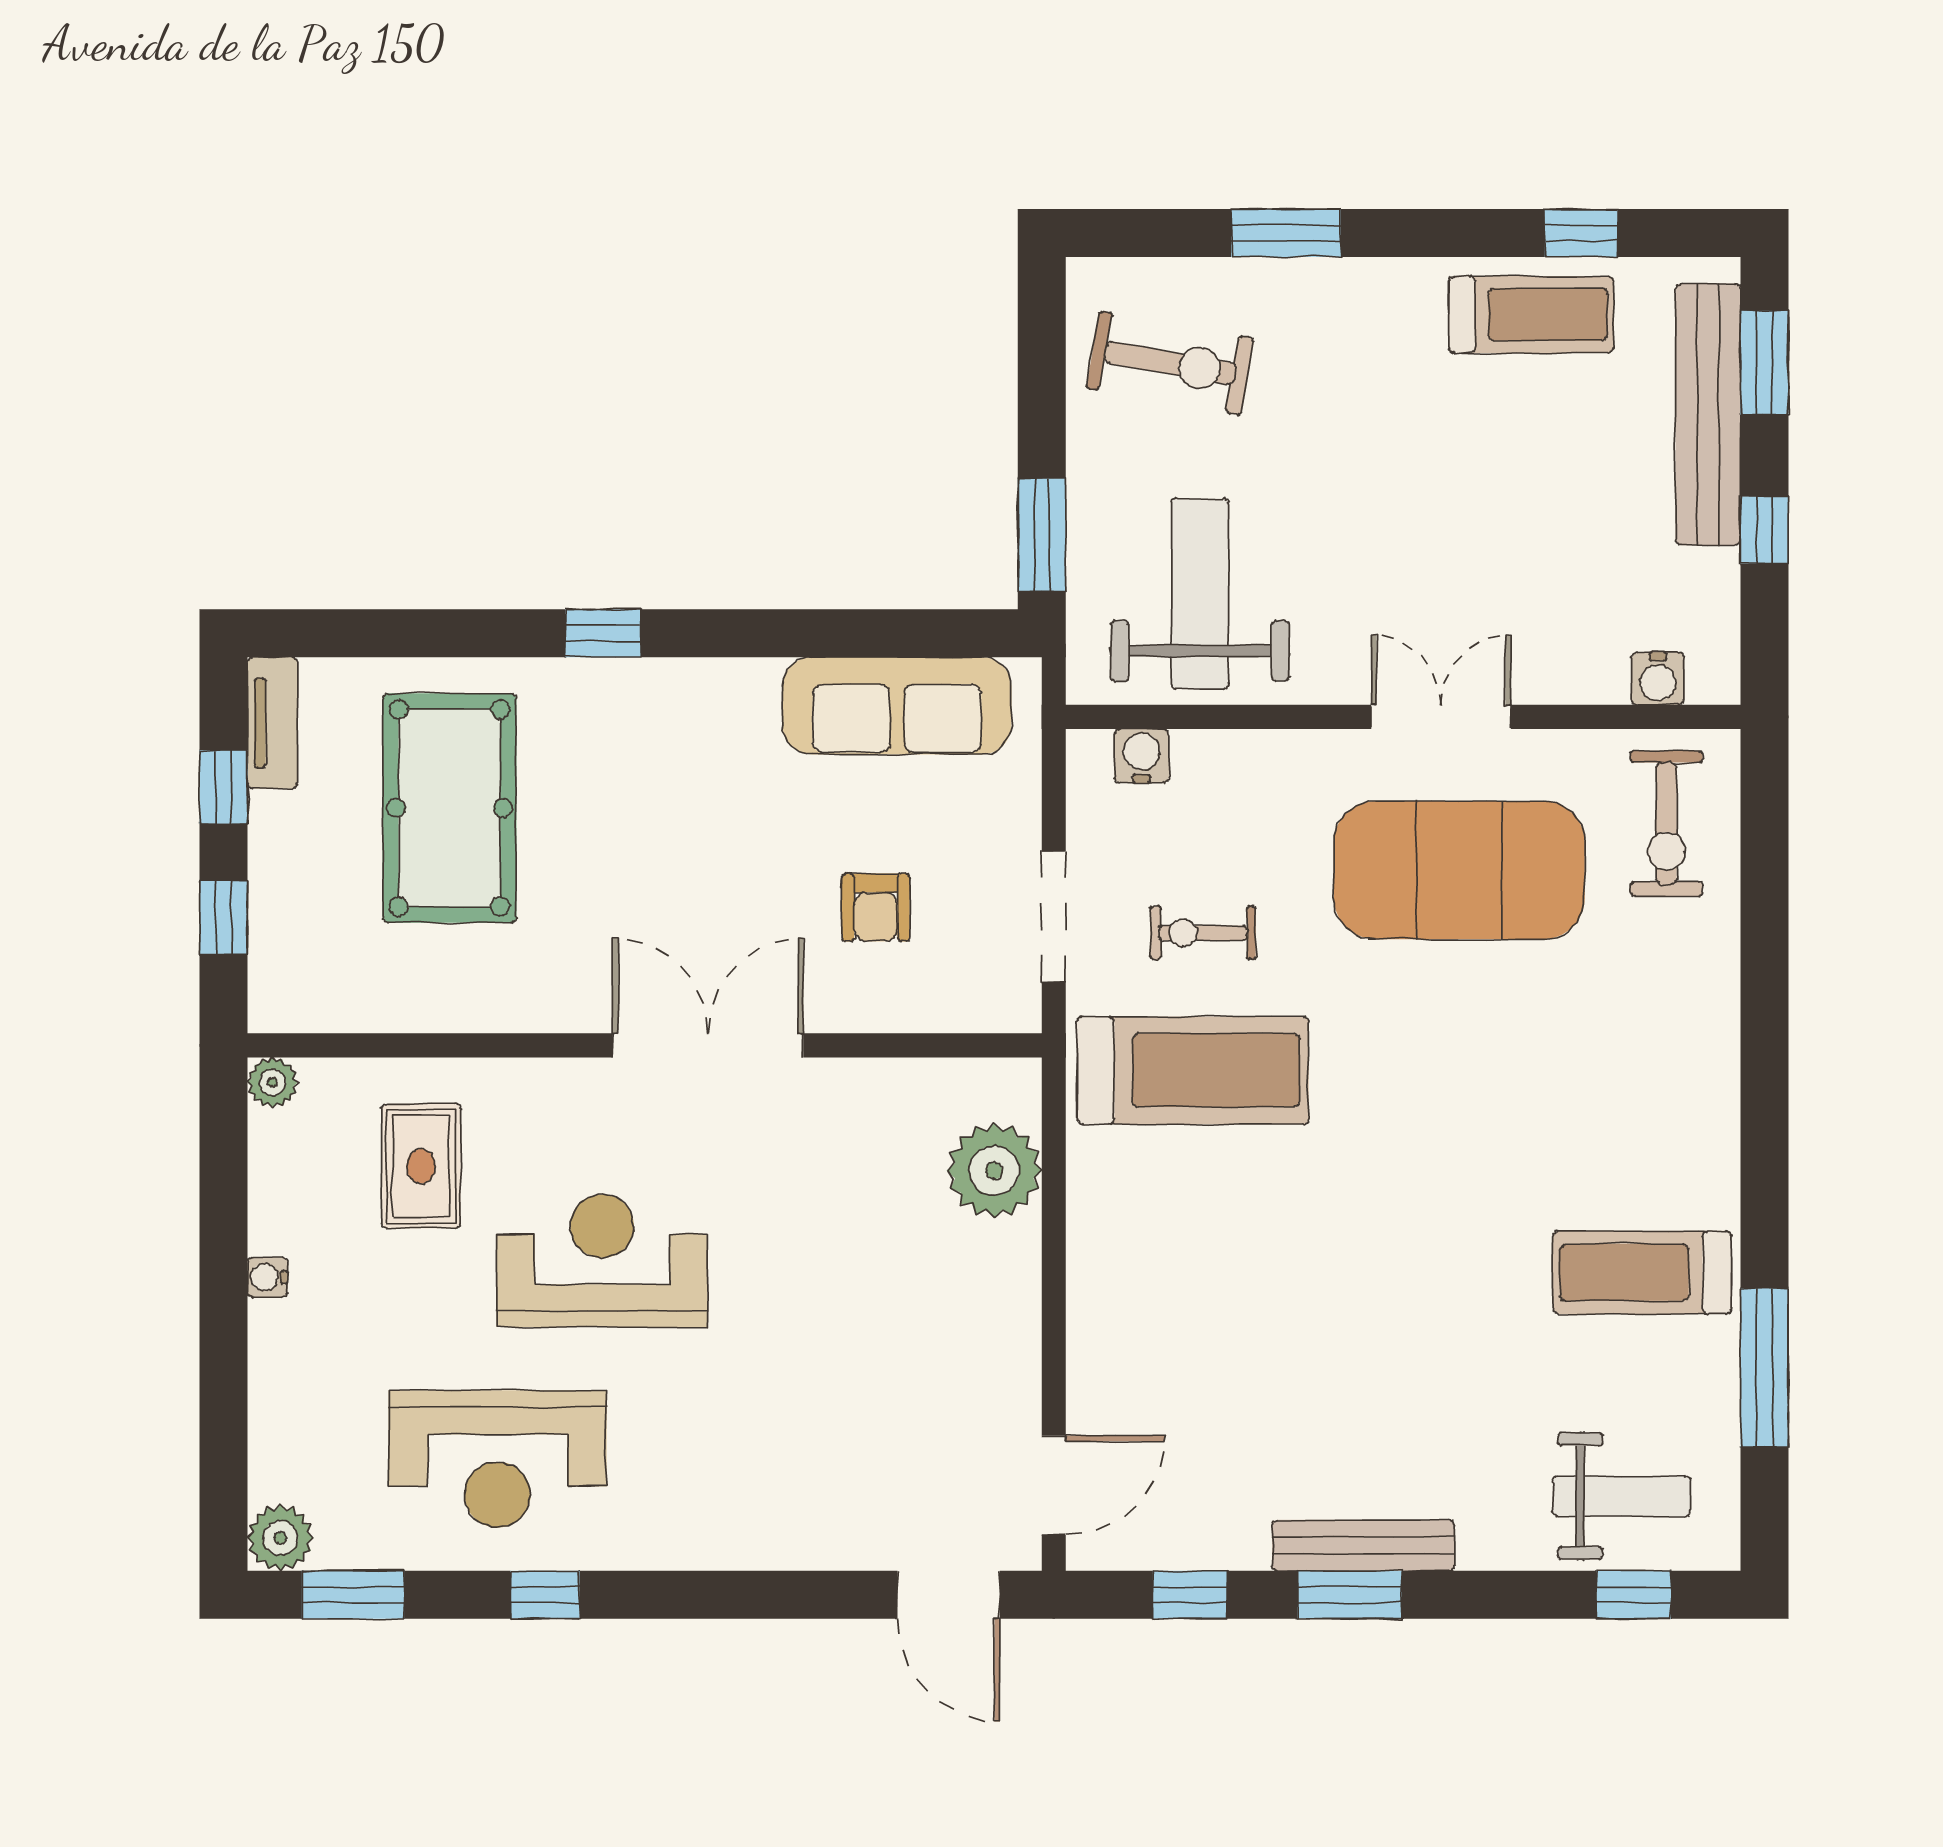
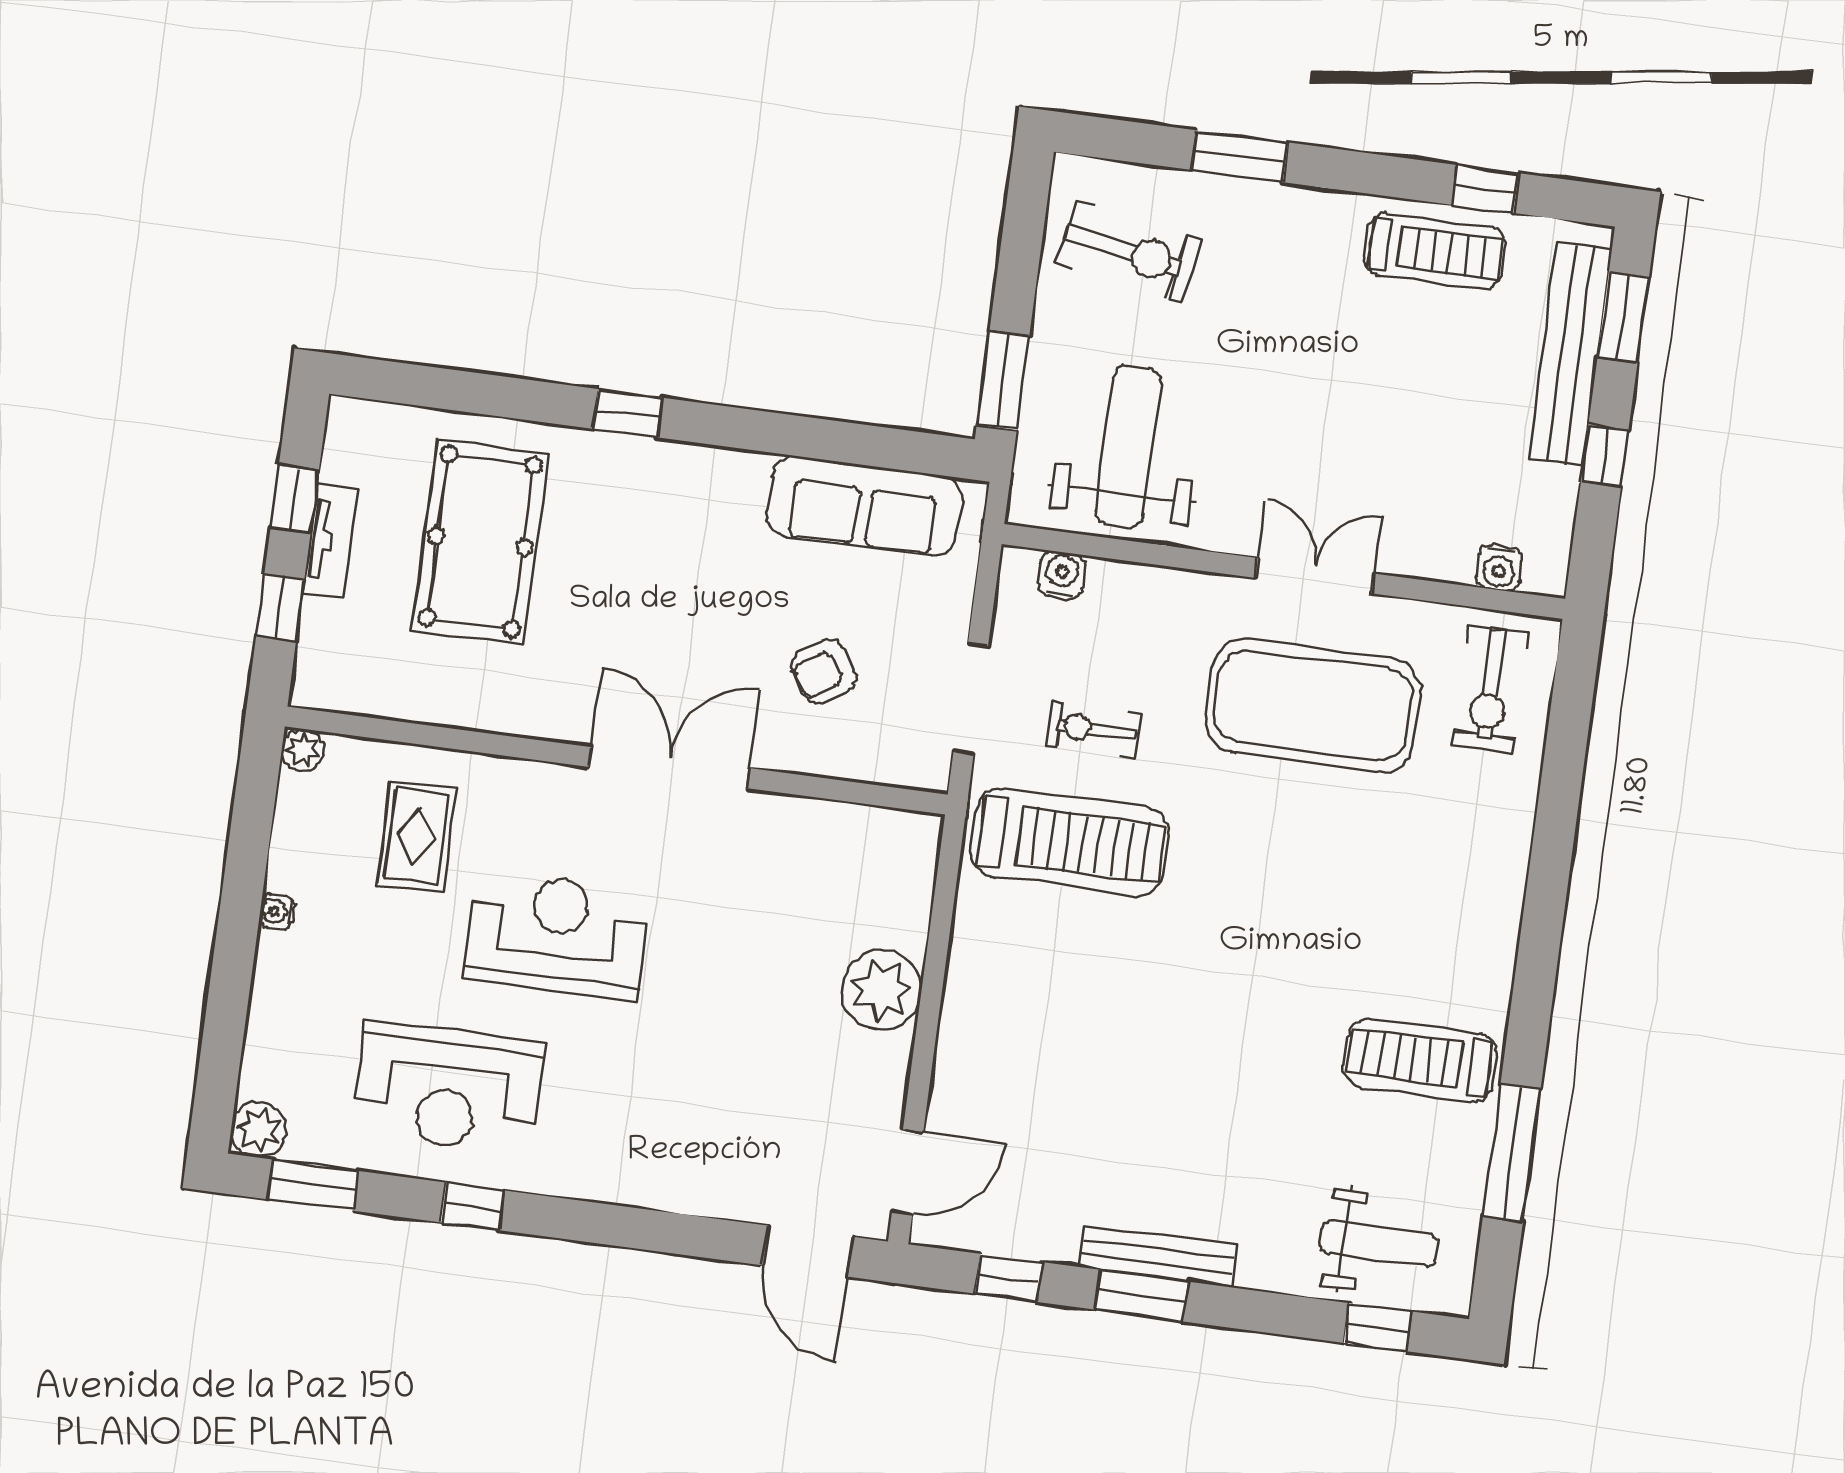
tv unit: (273, 723) -> (331, 541), moved
armchair: (876, 907) -> (824, 672), turned 57
plant: (994, 1171) -> (882, 990), moved

